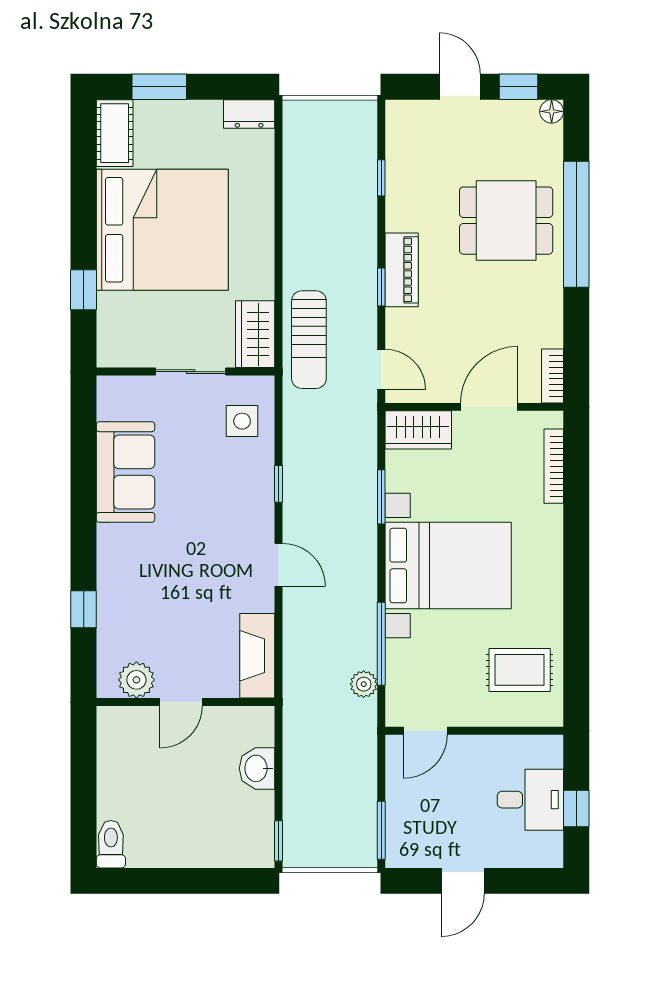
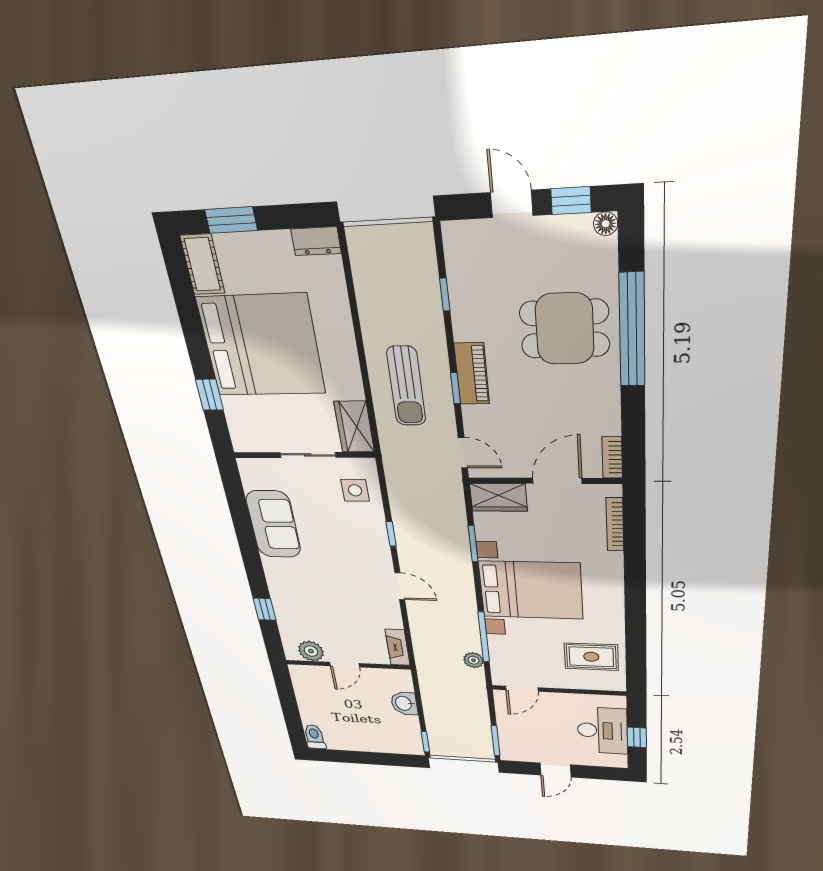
sun lounger: (309, 340) -> (406, 386), moved
fireplace: (257, 656) -> (398, 647), width x0.73, depth x0.76
desk: (530, 800) -> (602, 731), width x1.37

